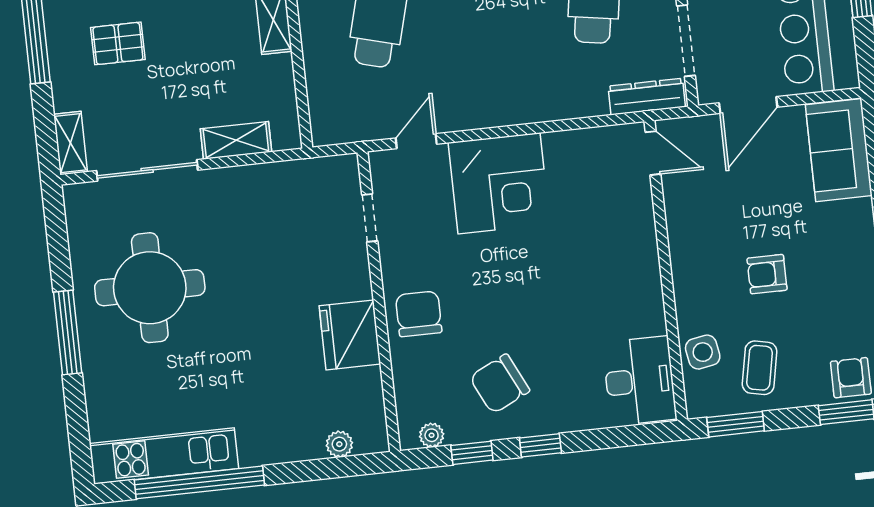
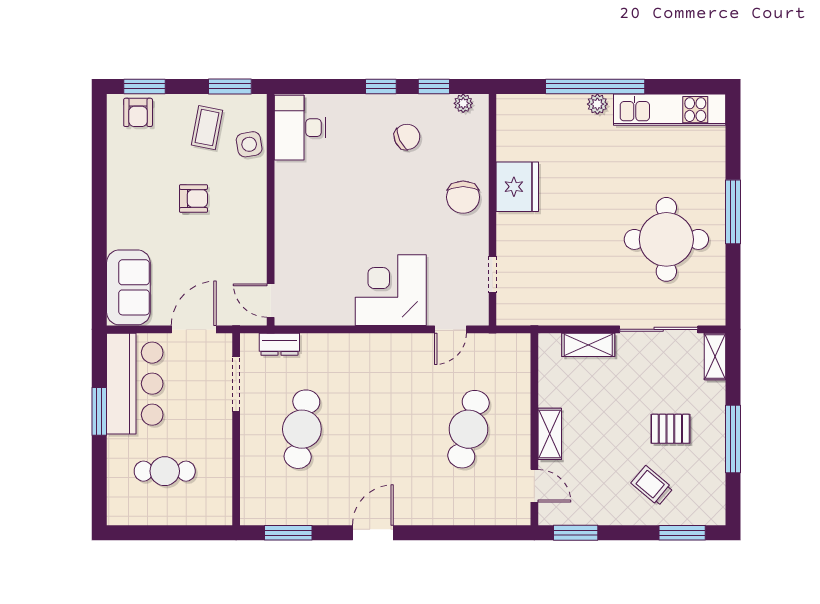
dresser: (647, 97) -> (279, 344), width x0.70
chair: (500, 384) -> (407, 137), width x0.73, depth x0.73
plant: (339, 444) -> (597, 104), moved
window: (199, 482) -> (595, 86), moved

